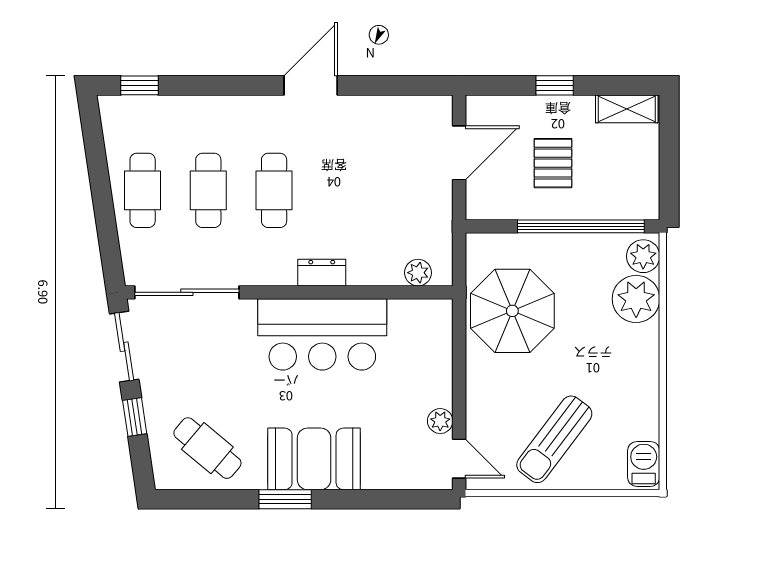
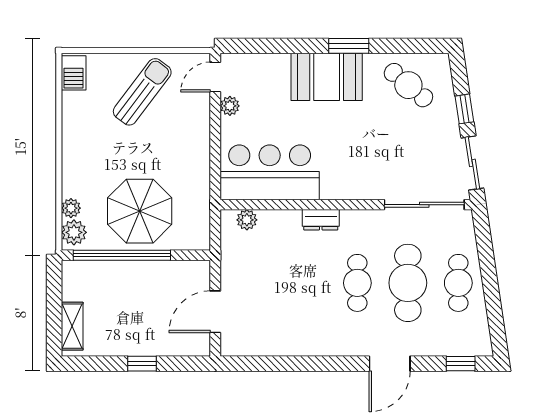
door: (311, 85) -> (390, 364), moved
shelving: (627, 109) -> (72, 326), moved, turned 90
pallet: (553, 163) -> (143, 304), removed
cafe table: (208, 190) -> (408, 283), width x1.37, depth x1.35
plant: (636, 299) -> (71, 208), width x0.53, depth x0.53
parasol: (512, 311) -> (140, 211), moved
bar counter: (322, 334) -> (270, 172), moved
door: (459, 459) -> (215, 77), hinge flipped

